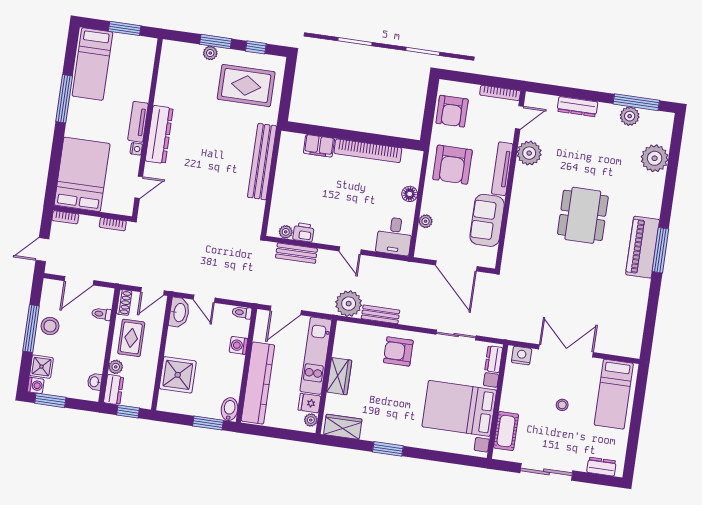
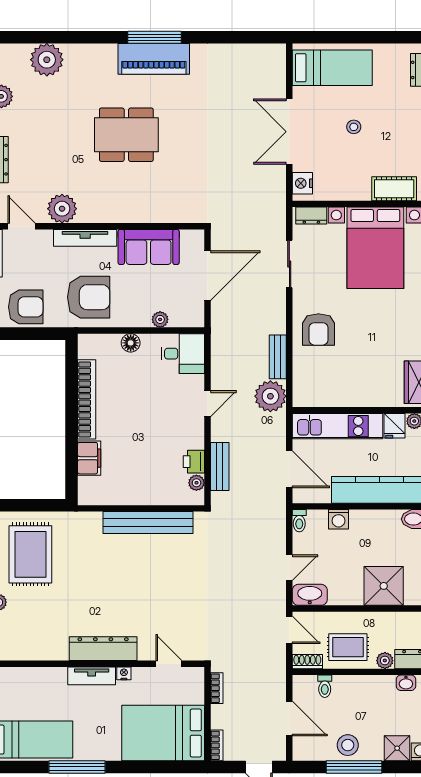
bench: (262, 162) -> (148, 523), moved
wardrobe: (339, 376) -> (358, 395), removed

